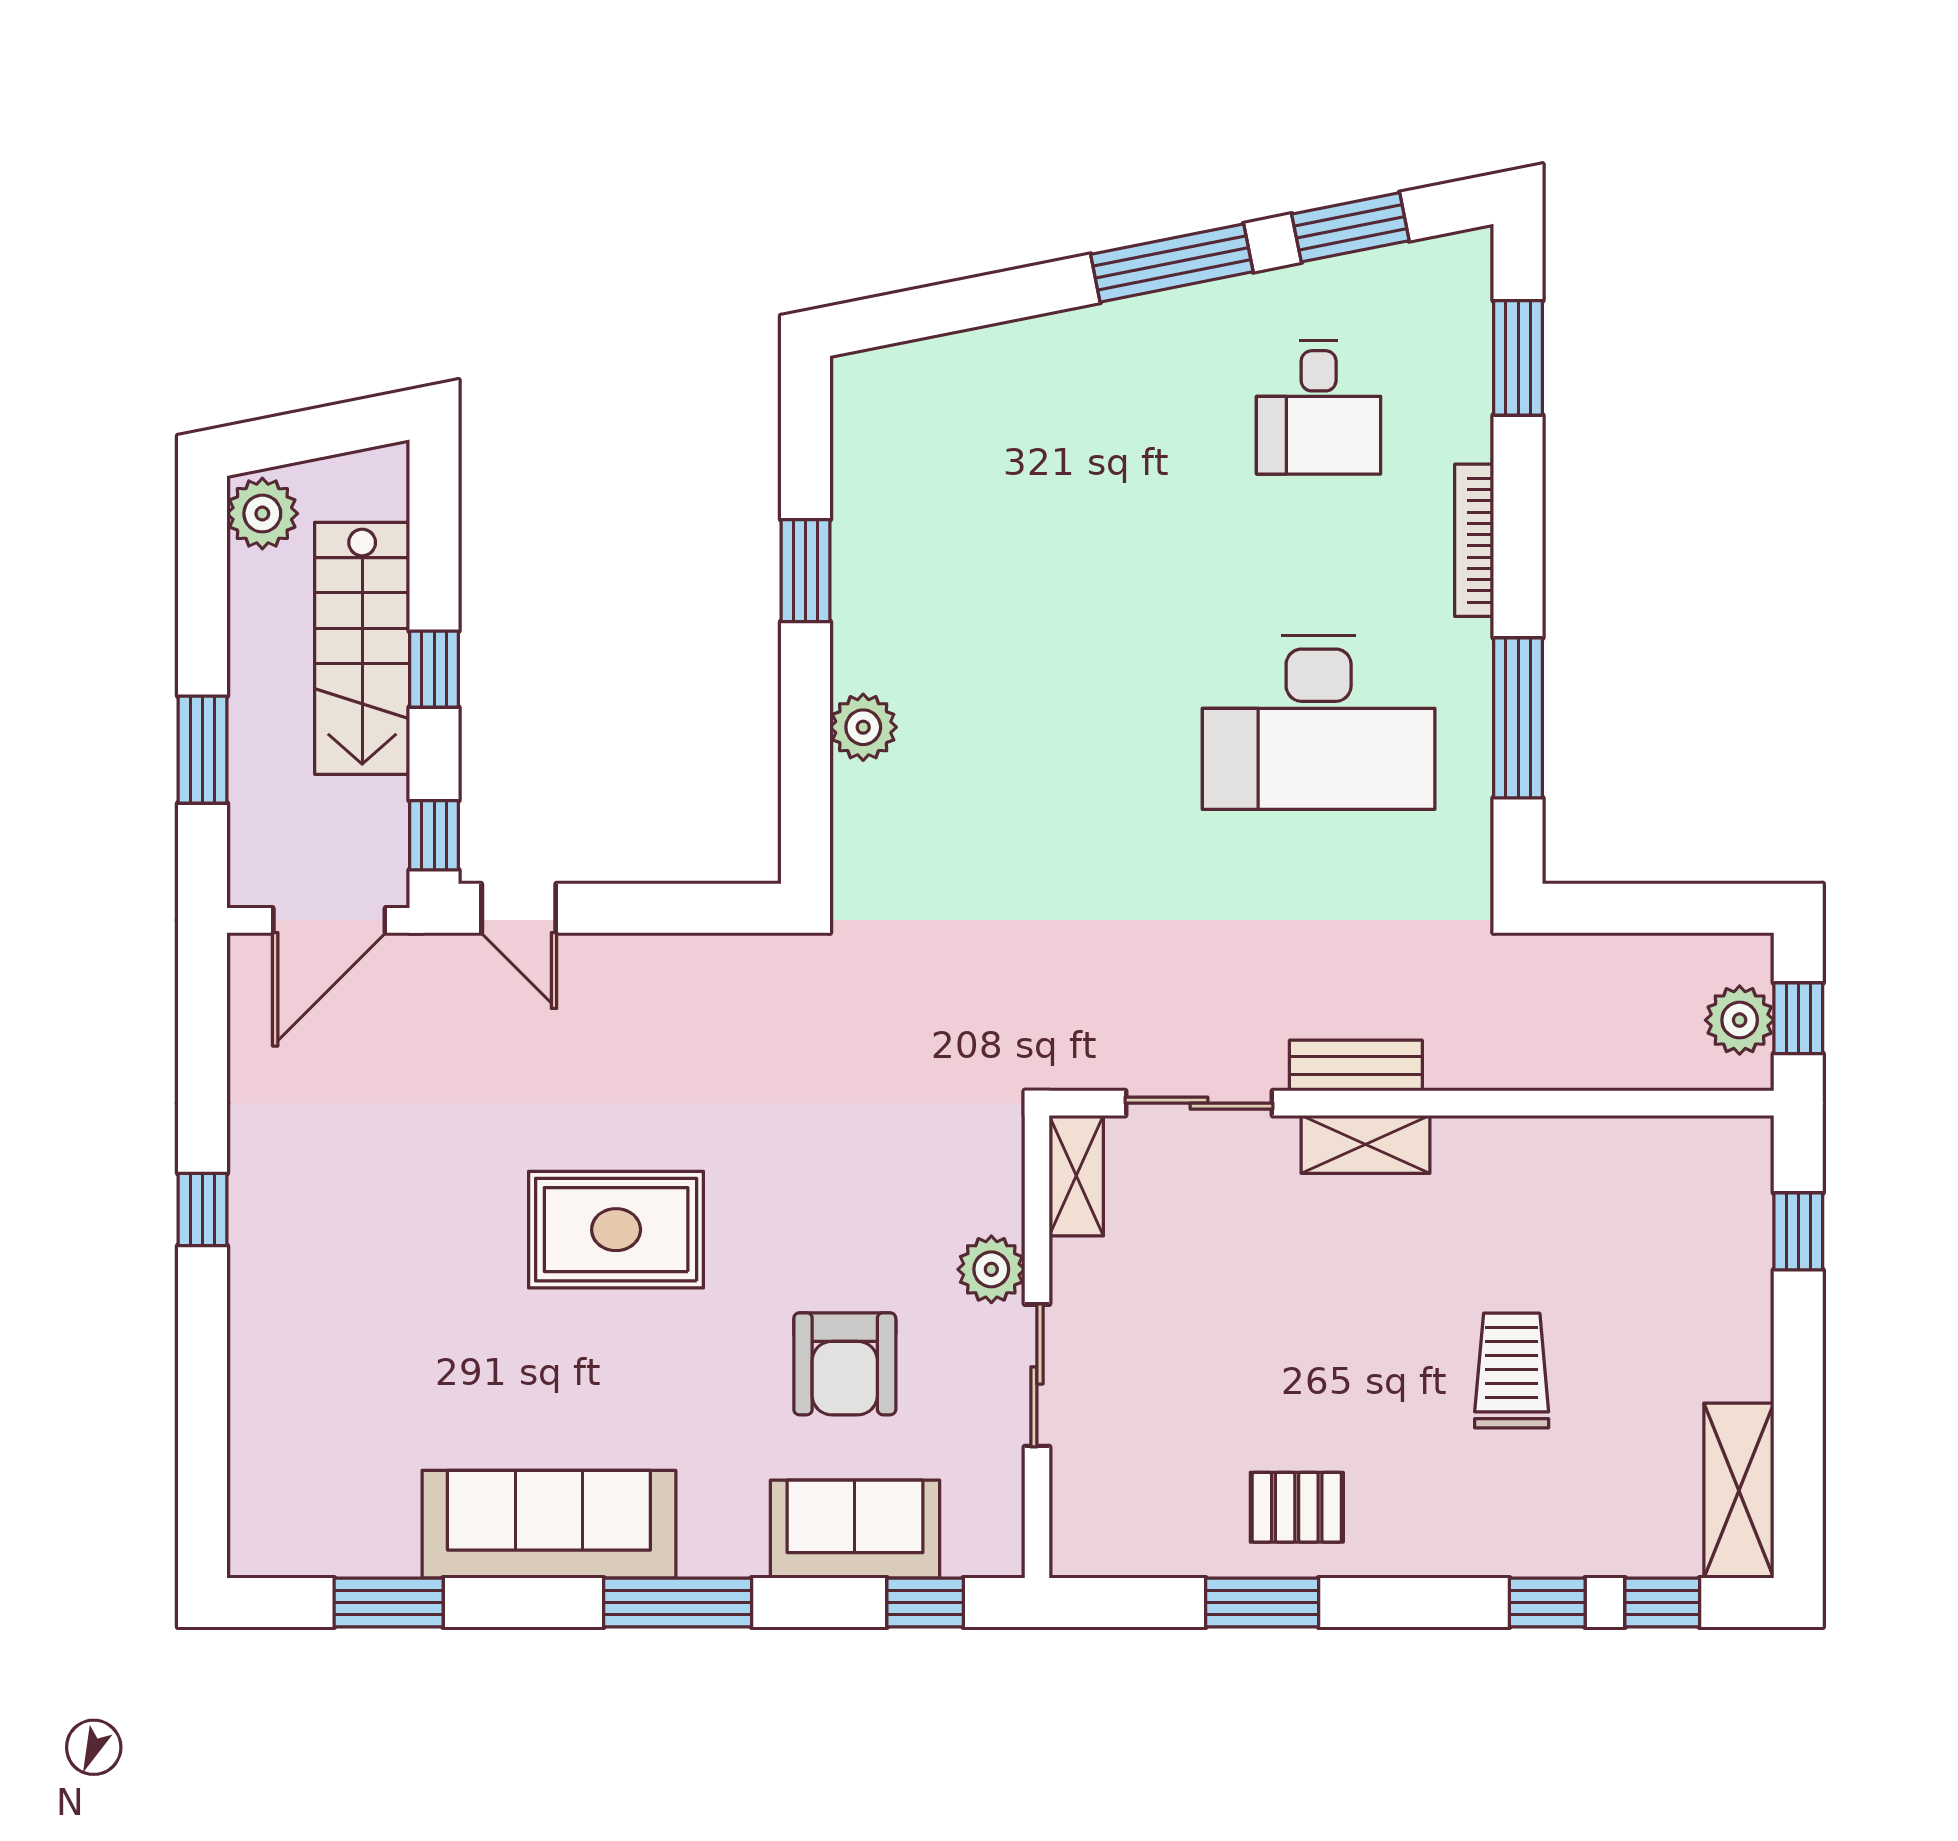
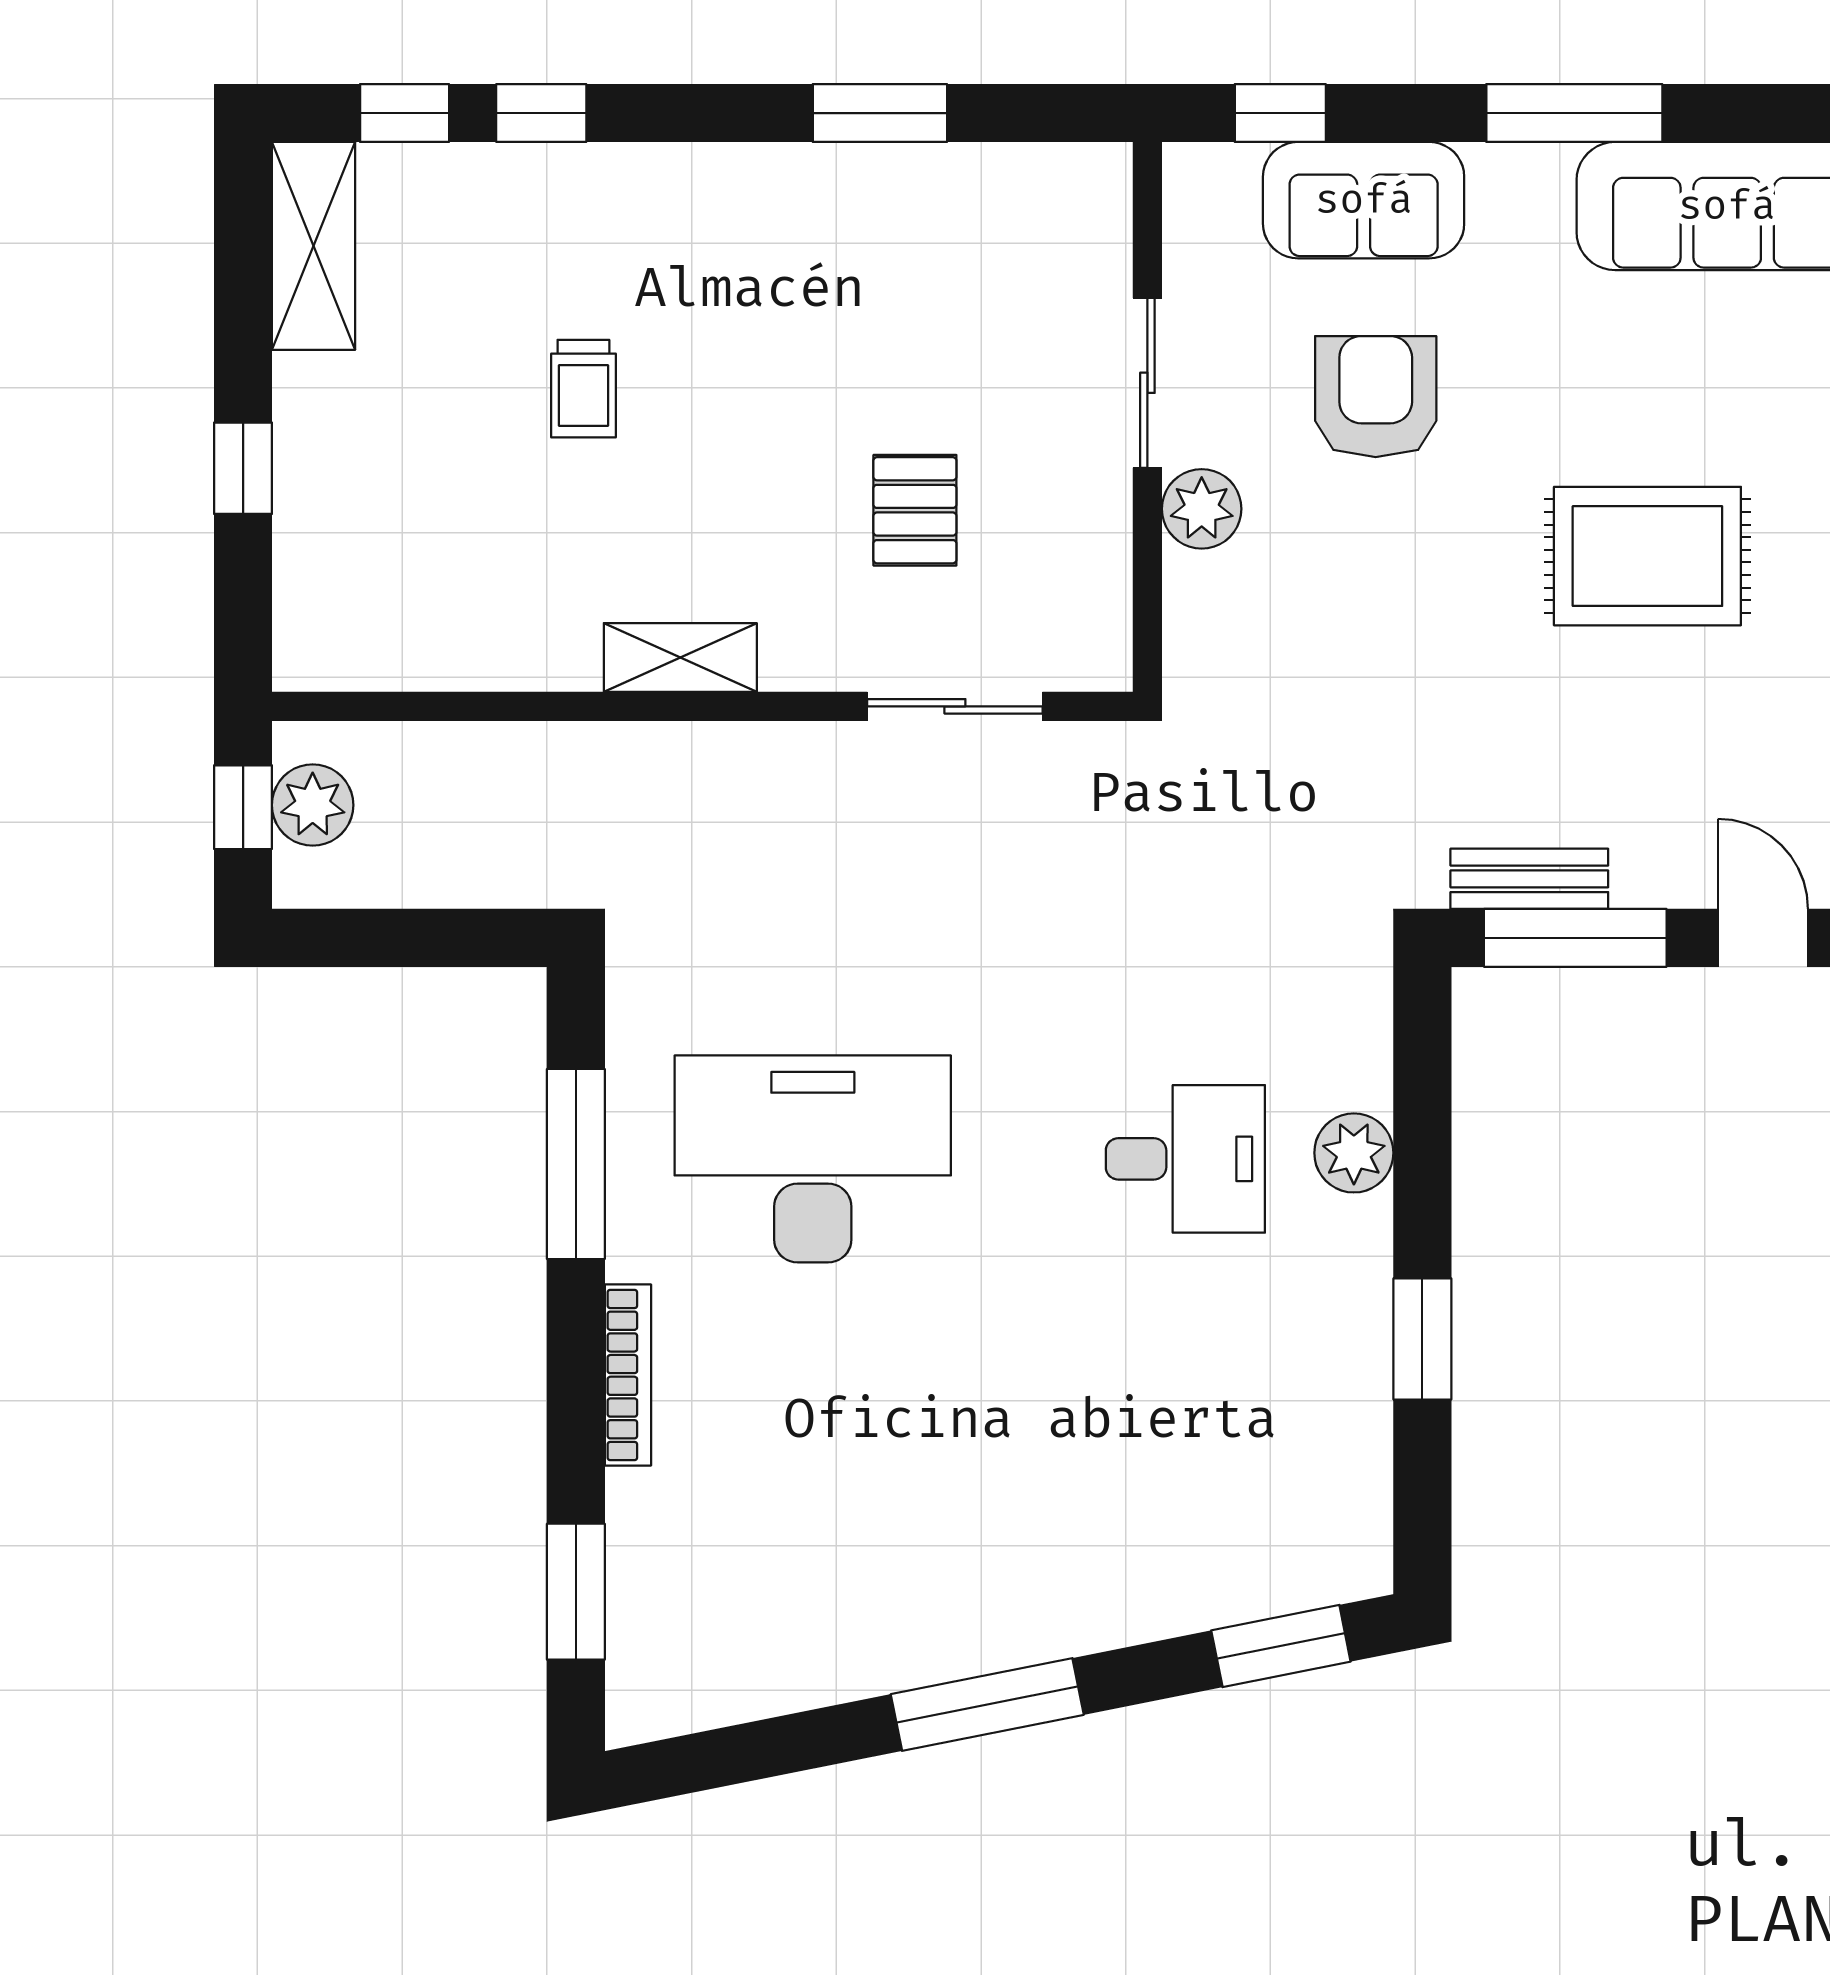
window: (1350, 227) -> (1281, 1646), moved
desk: (1319, 407) -> (1185, 1159), moved, turned 90
window: (677, 908) -> (1575, 938), added
bench: (1356, 1066) -> (1529, 879), moved
shelving: (1366, 1144) -> (680, 657), moved
shelving: (1076, 1176) -> (1101, 620), removed
window: (1798, 1231) -> (243, 468), moved
trolley: (1512, 1371) -> (583, 389), width x0.73, depth x0.72
pallet: (1297, 1507) -> (915, 510), moved, turned 90

